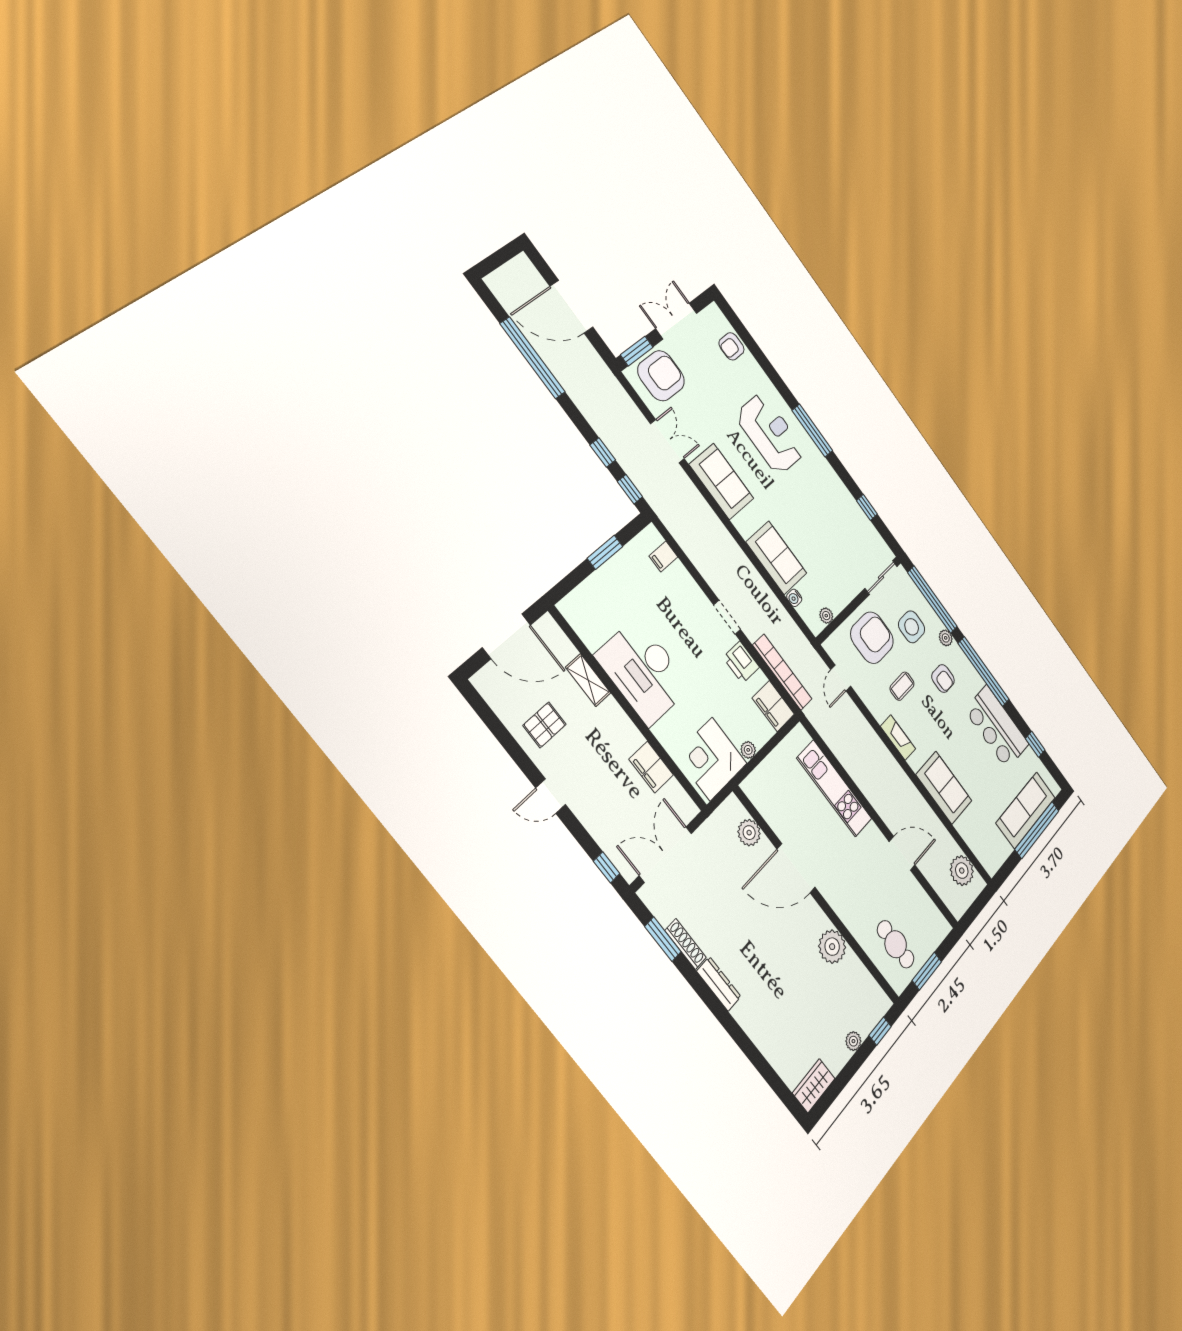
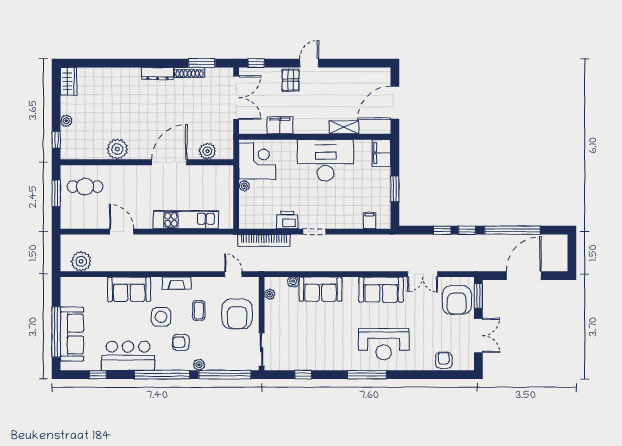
window: (630, 489) -> (467, 230), moved
side table: (912, 627) -> (161, 317), moved
filing cabinet: (773, 706) -> (381, 153), moved, turned -90
pallet: (544, 725) -> (291, 80), moved
door: (902, 853) -> (122, 232), swing flipped

